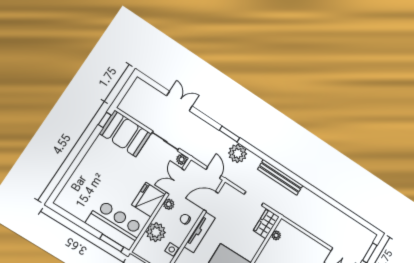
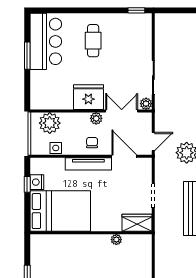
booth: (125, 133) -> (136, 37), removed
cafe table: (107, 168) -> (93, 41), added
bar counter: (115, 225) -> (46, 41), moved
plant: (156, 232) -> (50, 123), moved
plant: (276, 235) -> (116, 240), moved
window: (112, 243) -> (27, 56), moved

